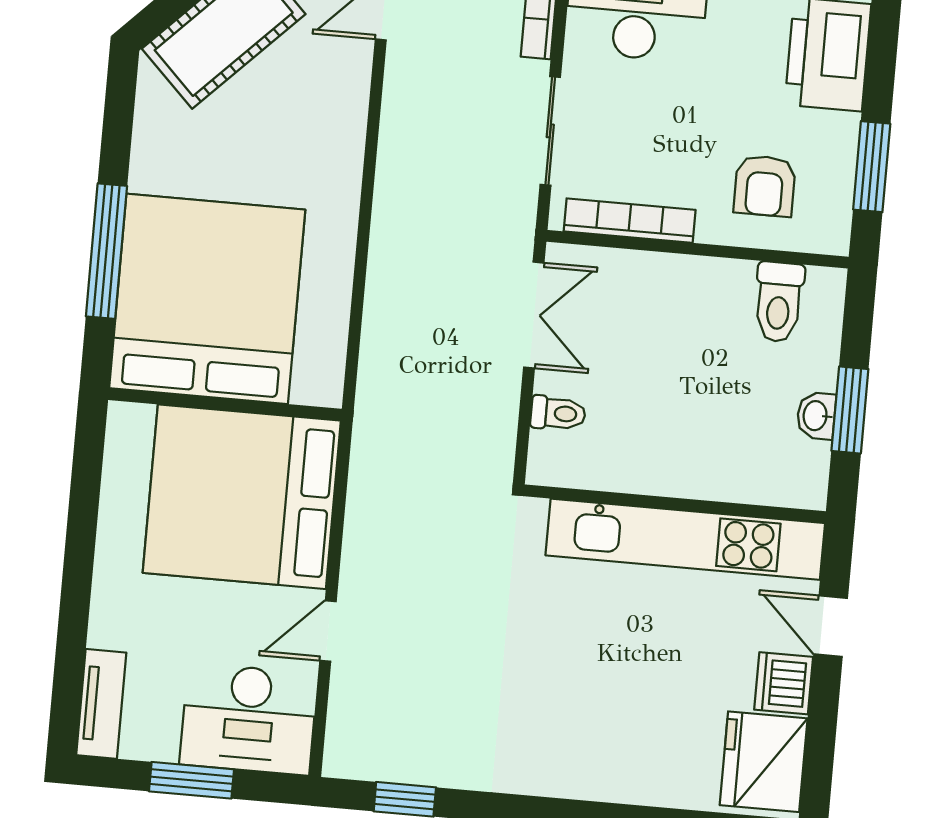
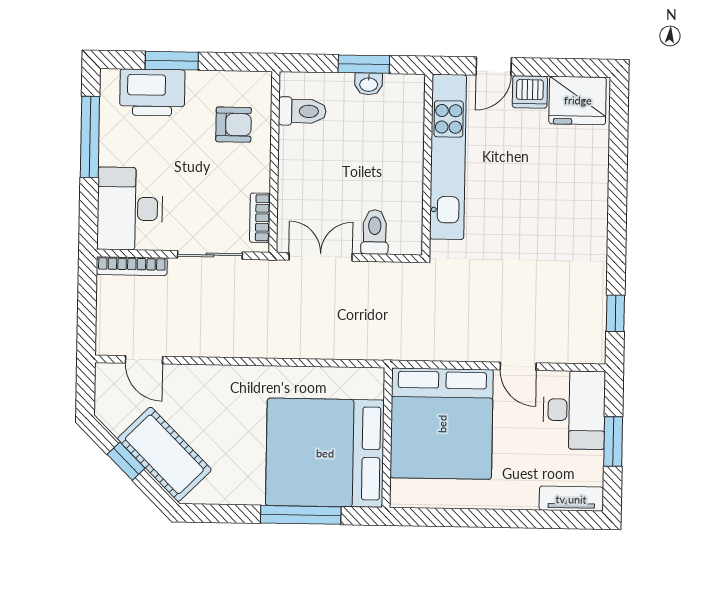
window: (872, 167) -> (172, 61), moved
bookcase: (630, 221) -> (260, 218), width x0.64
toilet: (558, 413) -> (375, 232), width x1.37, depth x1.39

